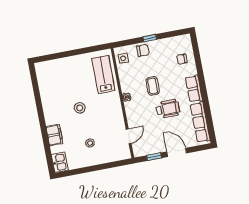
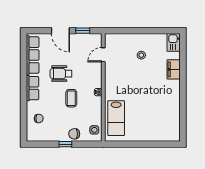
stool: (80, 108) -> (145, 91), removed

